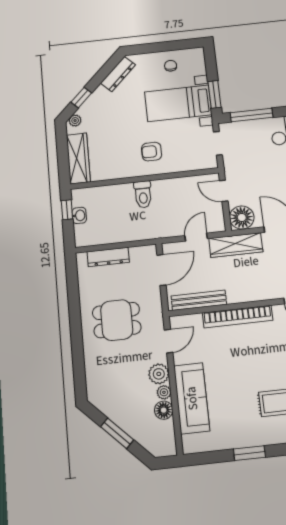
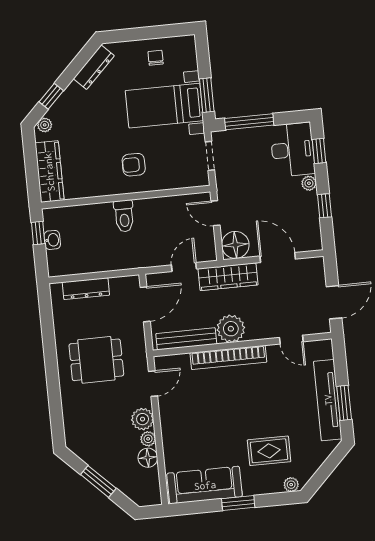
plant: (239, 291) -> (231, 329), added
sofa: (192, 398) -> (205, 485), moved, turned -90

